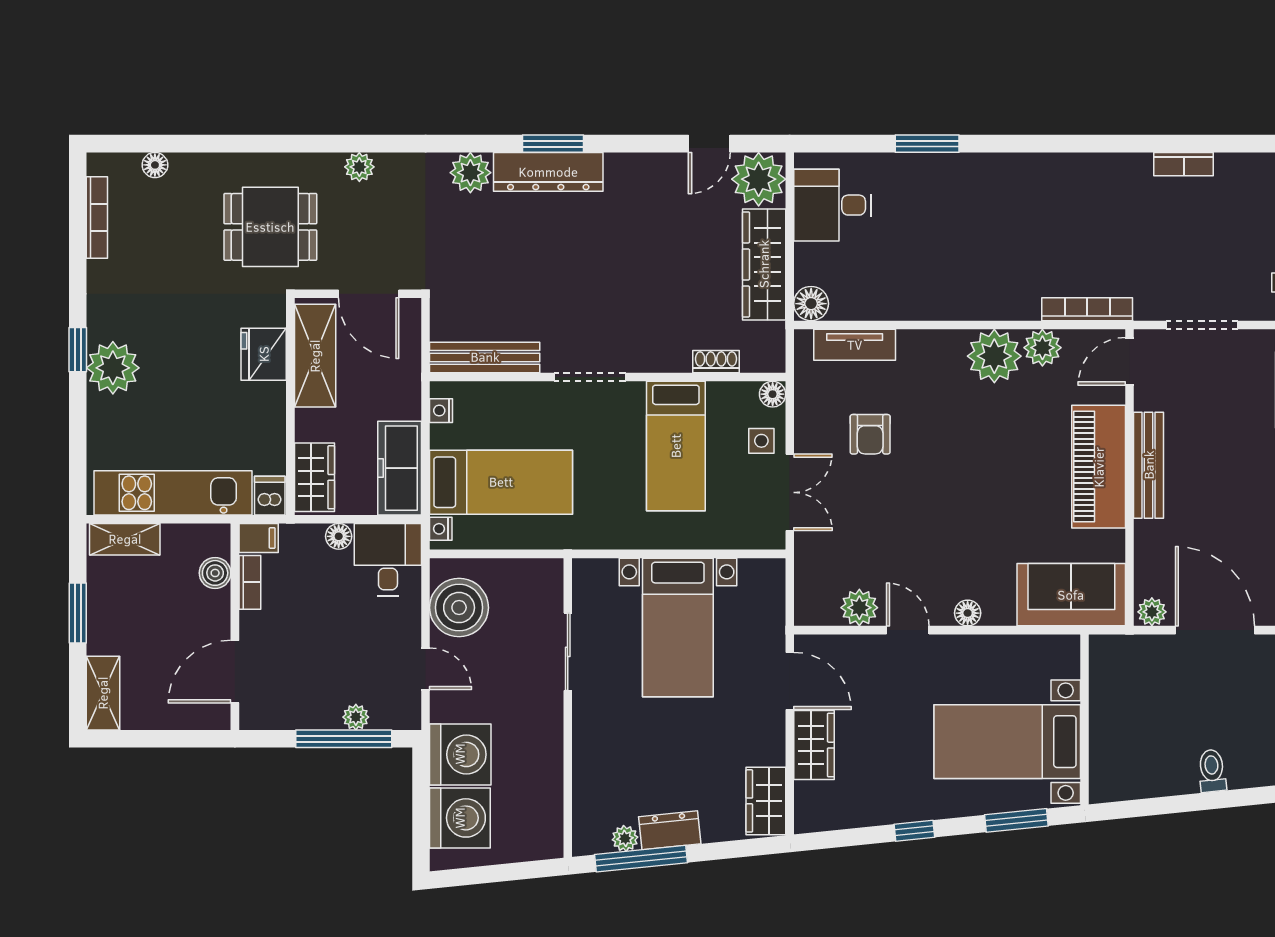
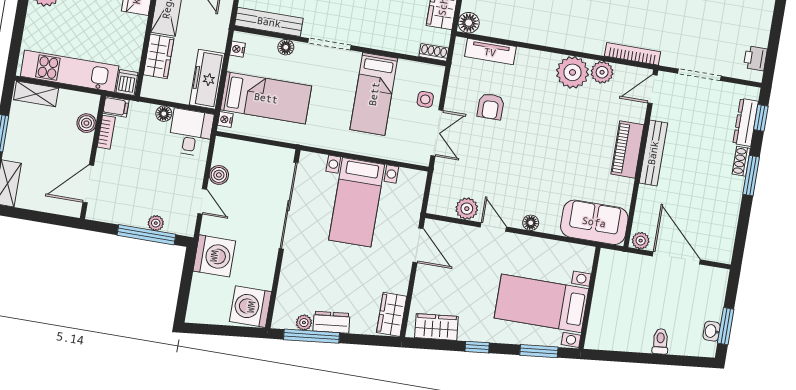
shoe rack: (716, 362) -> (434, 52), moved
floor lamp: (773, 394) -> (286, 47), moved
piano: (1099, 467) -> (627, 149), width x0.73, depth x0.75
wardrobe: (314, 477) -> (159, 56), moved
boiler: (459, 608) -> (219, 175), width x0.54, depth x0.54
sliding door: (568, 652) -> (289, 206), width x1.86
wardrobe: (814, 745) -> (436, 327), moved, turned -96
washing machine: (460, 818) -> (251, 307), moved, turned 180

